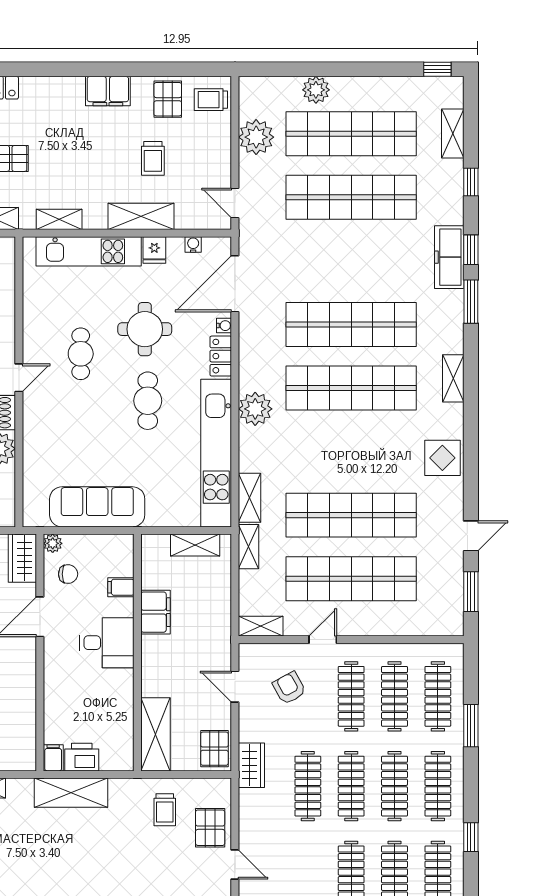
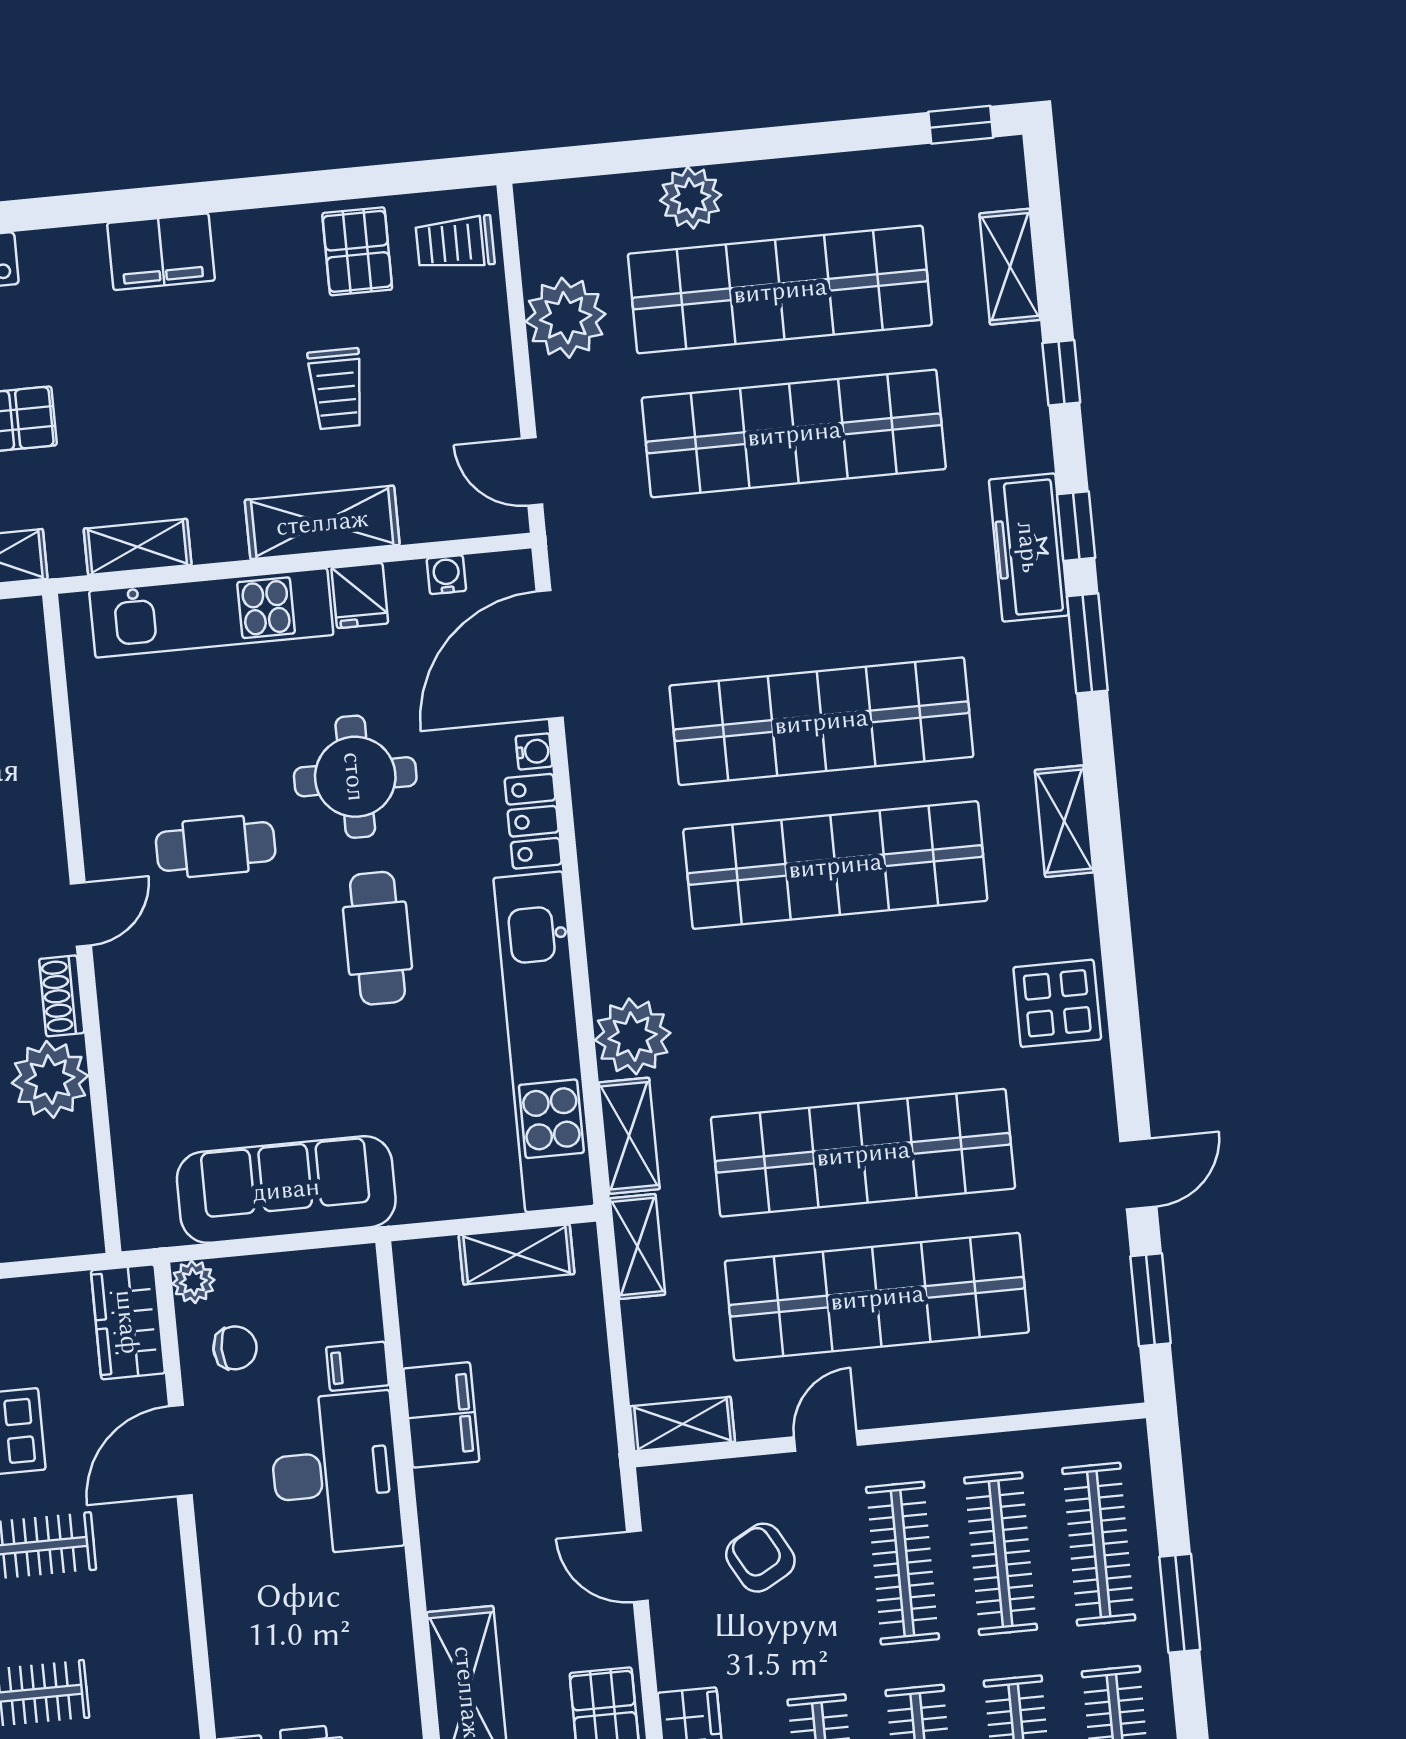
filing cabinet: (108, 91) -> (161, 252), moved
cafe table: (81, 354) -> (216, 847), turned 90
plant: (255, 409) -> (633, 1036), moved
desk: (107, 643) -> (336, 1474), width x1.37

